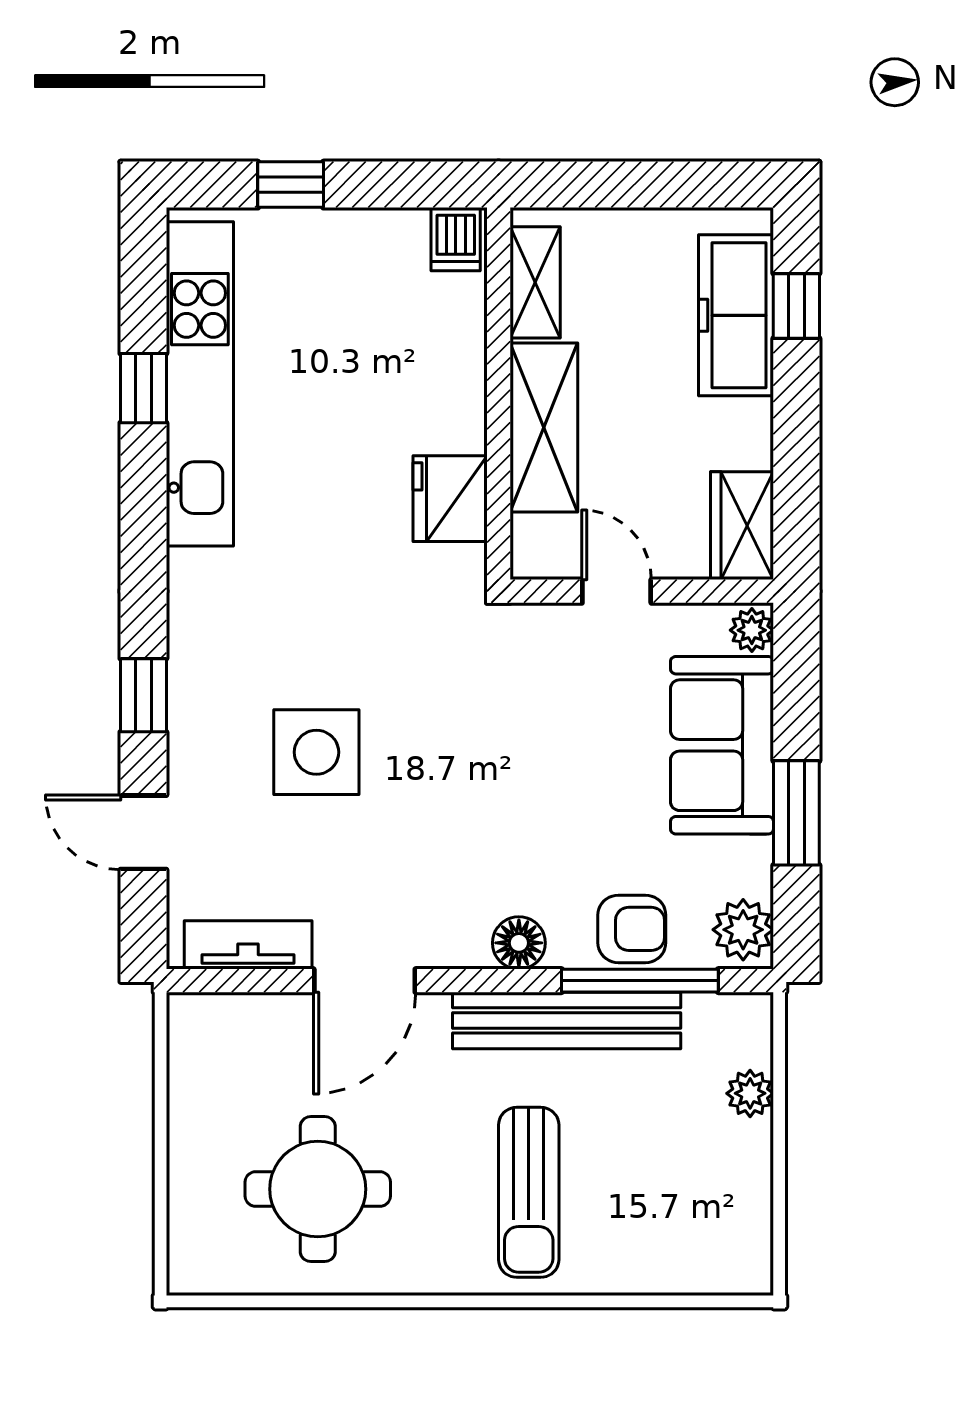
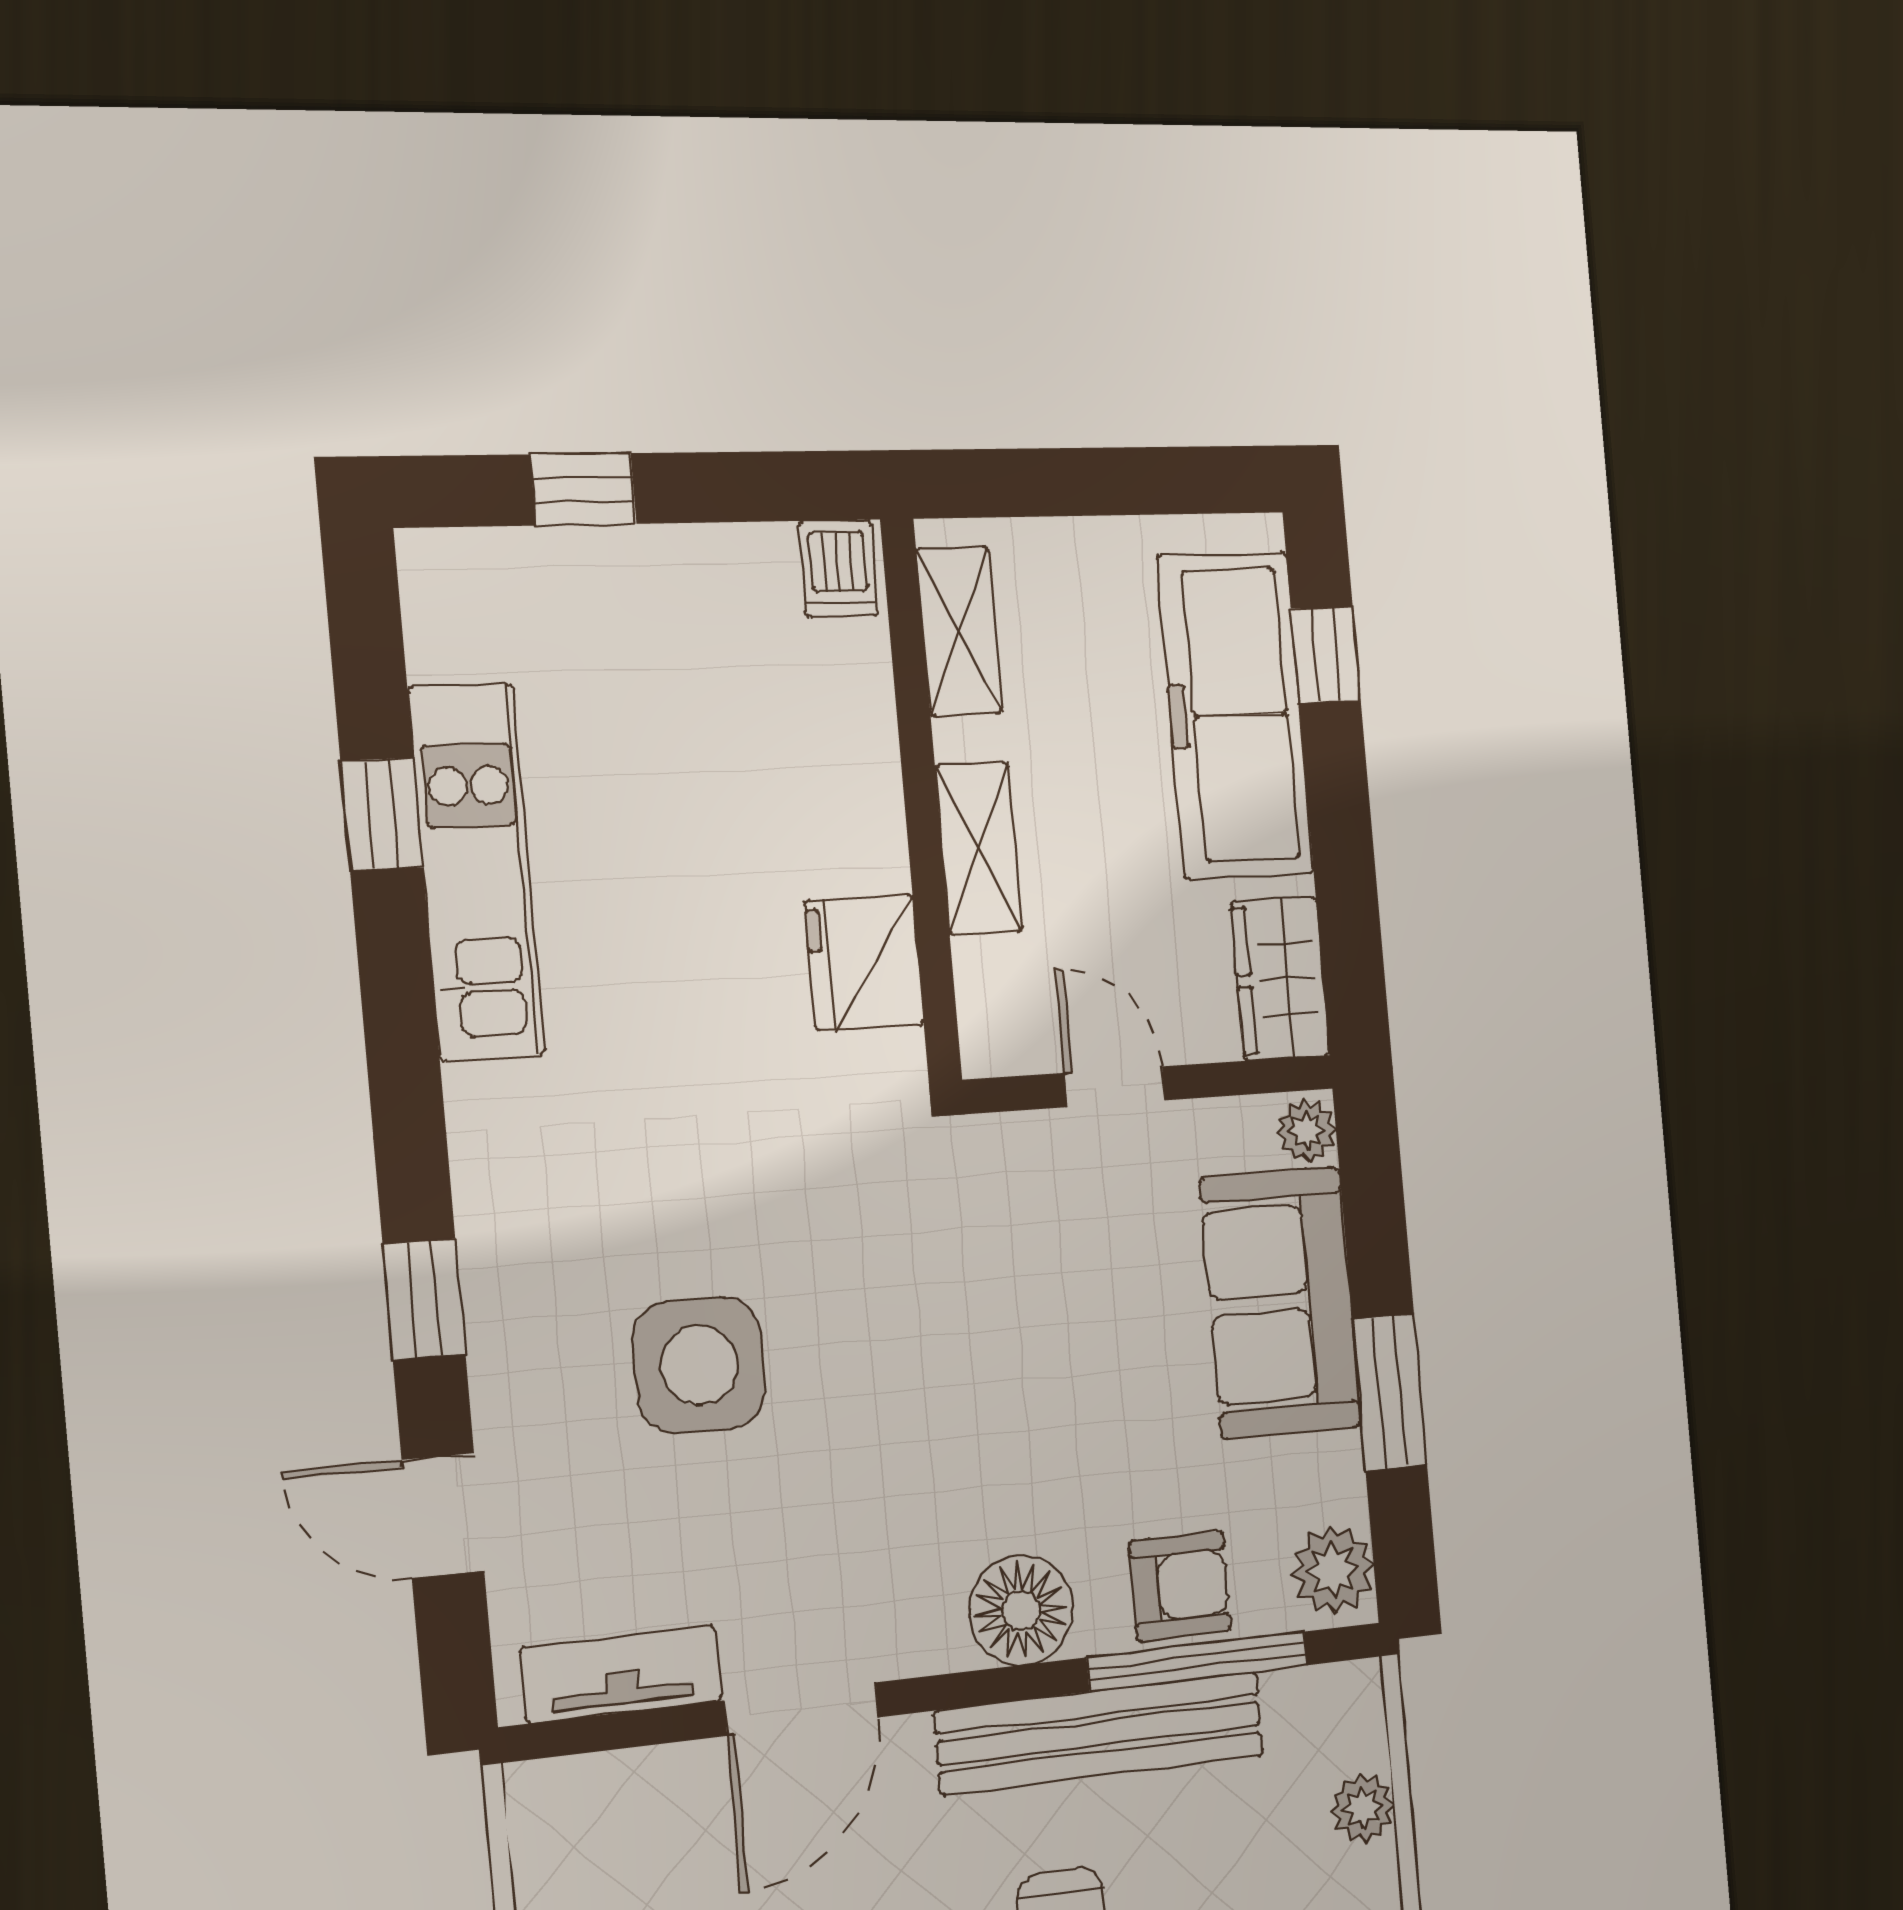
freezer: (736, 315) -> (1235, 715), width x1.36, depth x1.26
kitchen unit: (200, 384) -> (476, 871), width x0.73
shelving: (544, 427) -> (979, 849), width x0.67, depth x0.75
floor lamp: (519, 943) -> (1021, 1610), width x1.38, depth x1.38

